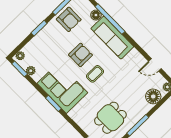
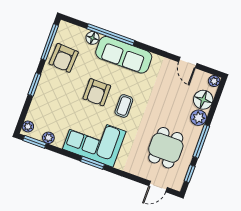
armchair: (69, 19) -> (64, 58), turned 93
armchair: (81, 55) -> (97, 92), turned 180
door: (155, 65) -> (188, 63), hinge flipped
plant: (144, 108) -> (199, 118), added

